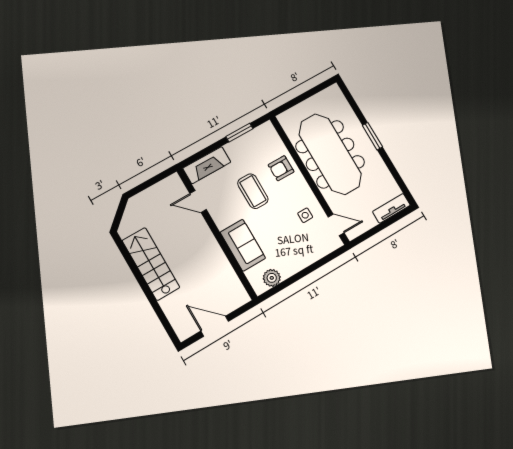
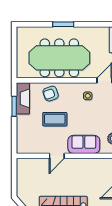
fireplace: (207, 165) -> (23, 98), moved
armchair: (281, 168) -> (51, 94), turned 70
door: (198, 202) -> (57, 156), moved

